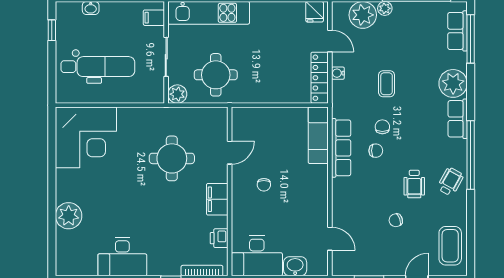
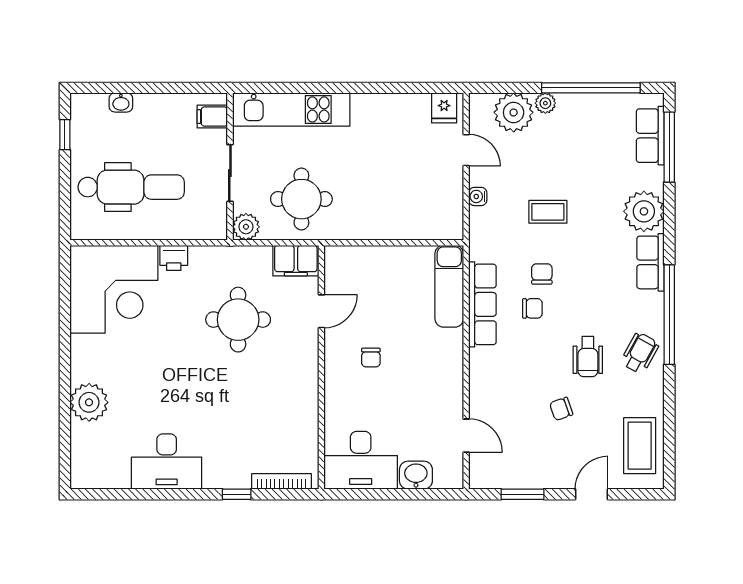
locker: (320, 78) -> (451, 203), removed
coffee table: (387, 84) -> (548, 212), turned 90
filing cabinet: (217, 199) -> (296, 261), moved, turned -90
printer: (219, 238) -> (174, 258), moved, turned -90

